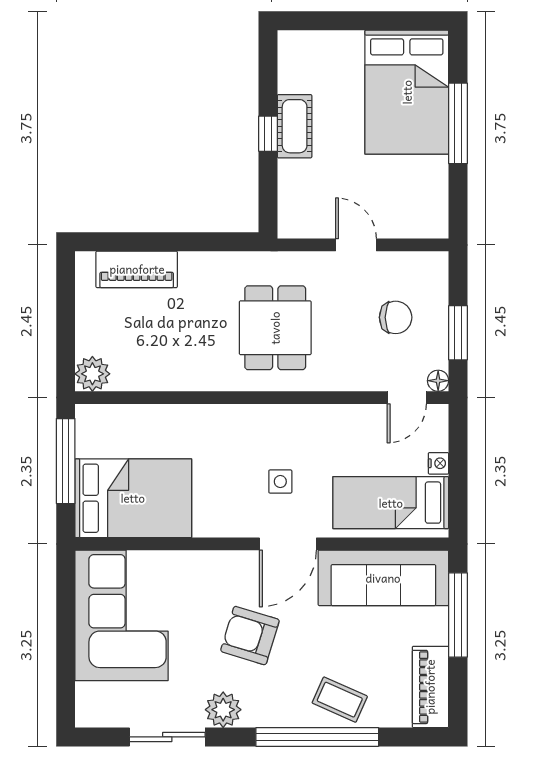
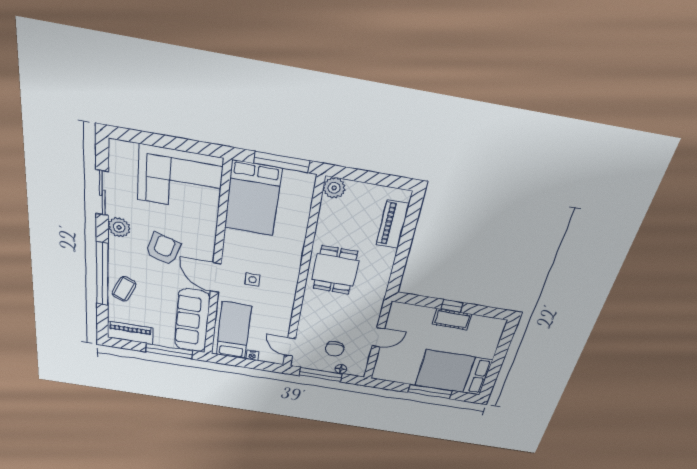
dining table: (275, 328) -> (335, 270), moved, turned 90
window: (458, 333) -> (320, 375), width x1.44
floor lamp: (438, 381) -> (341, 369), moved

